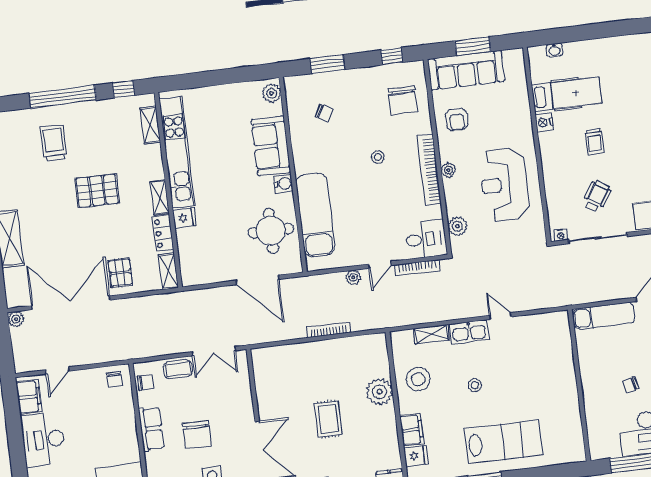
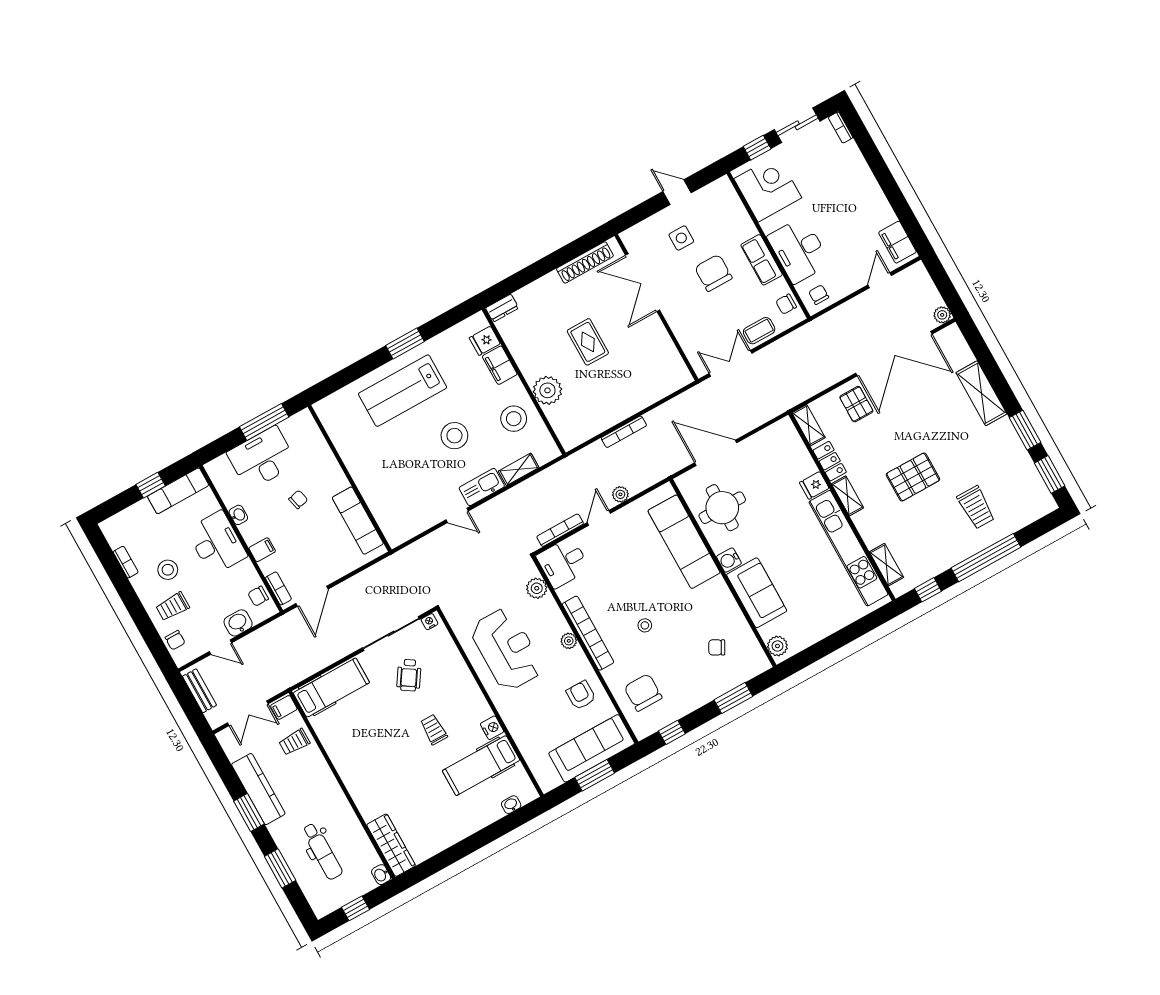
exam couch: (604, 316) -> (358, 521), moved, turned -90
stool: (475, 385) -> (454, 436), width x1.89, depth x1.89
desk: (43, 440) -> (799, 250), moved, turned 180

